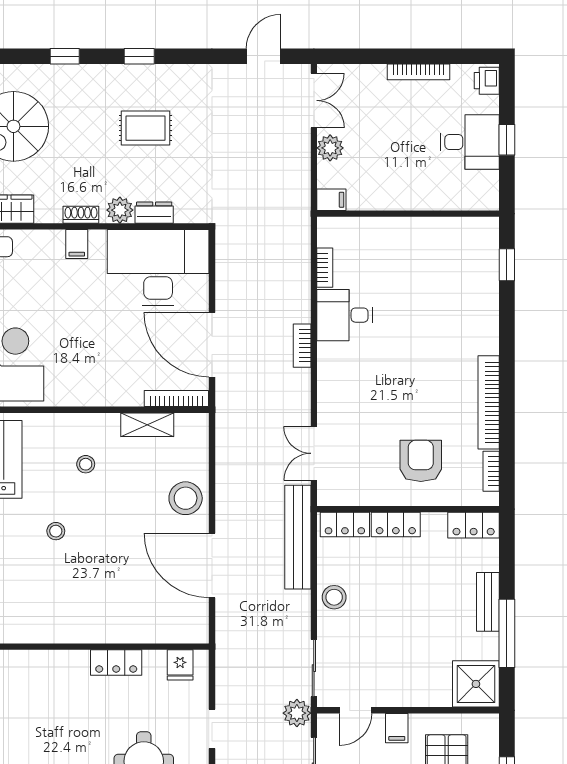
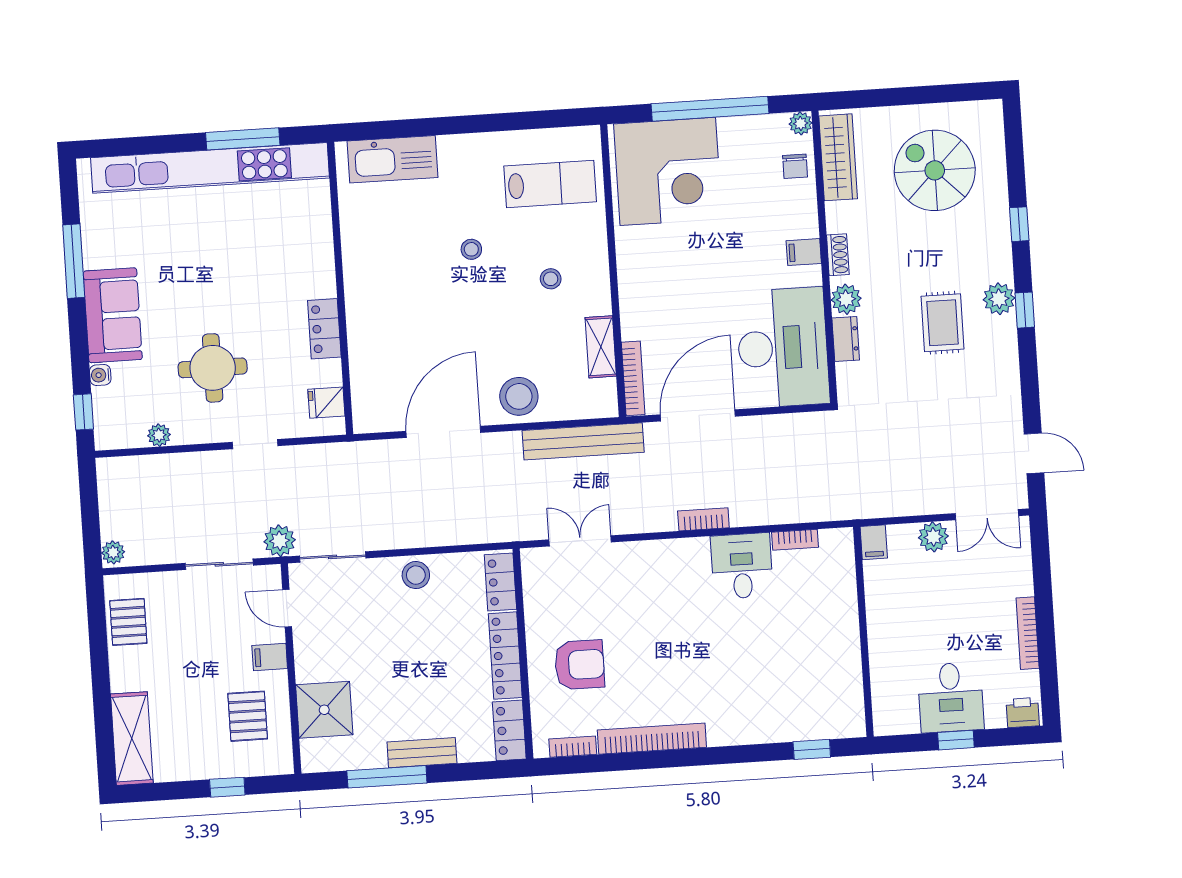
plant: (128, 78) -> (999, 299), added
locker: (396, 524) -> (505, 656), width x1.53
bench: (298, 537) -> (583, 441), moved
shower: (476, 684) -> (324, 710), moved

